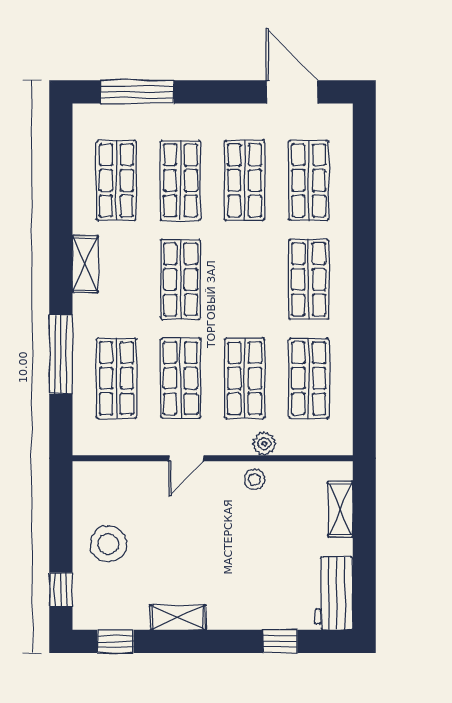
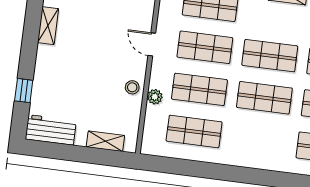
shop shelf: (309, 279) -> (264, 98), moved

